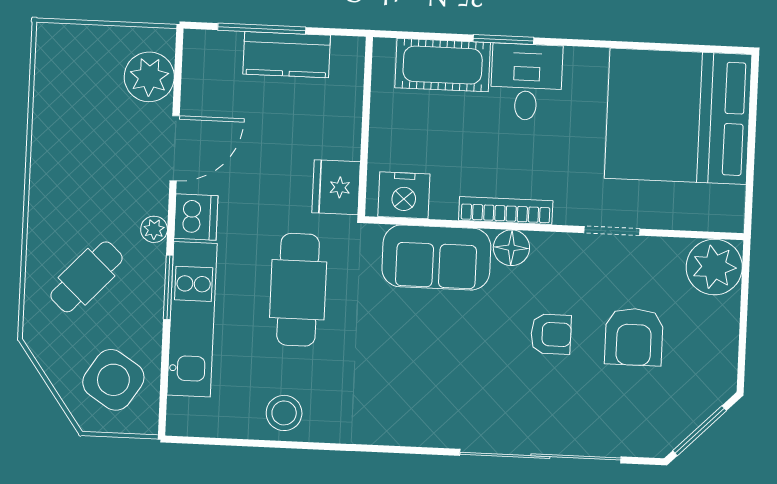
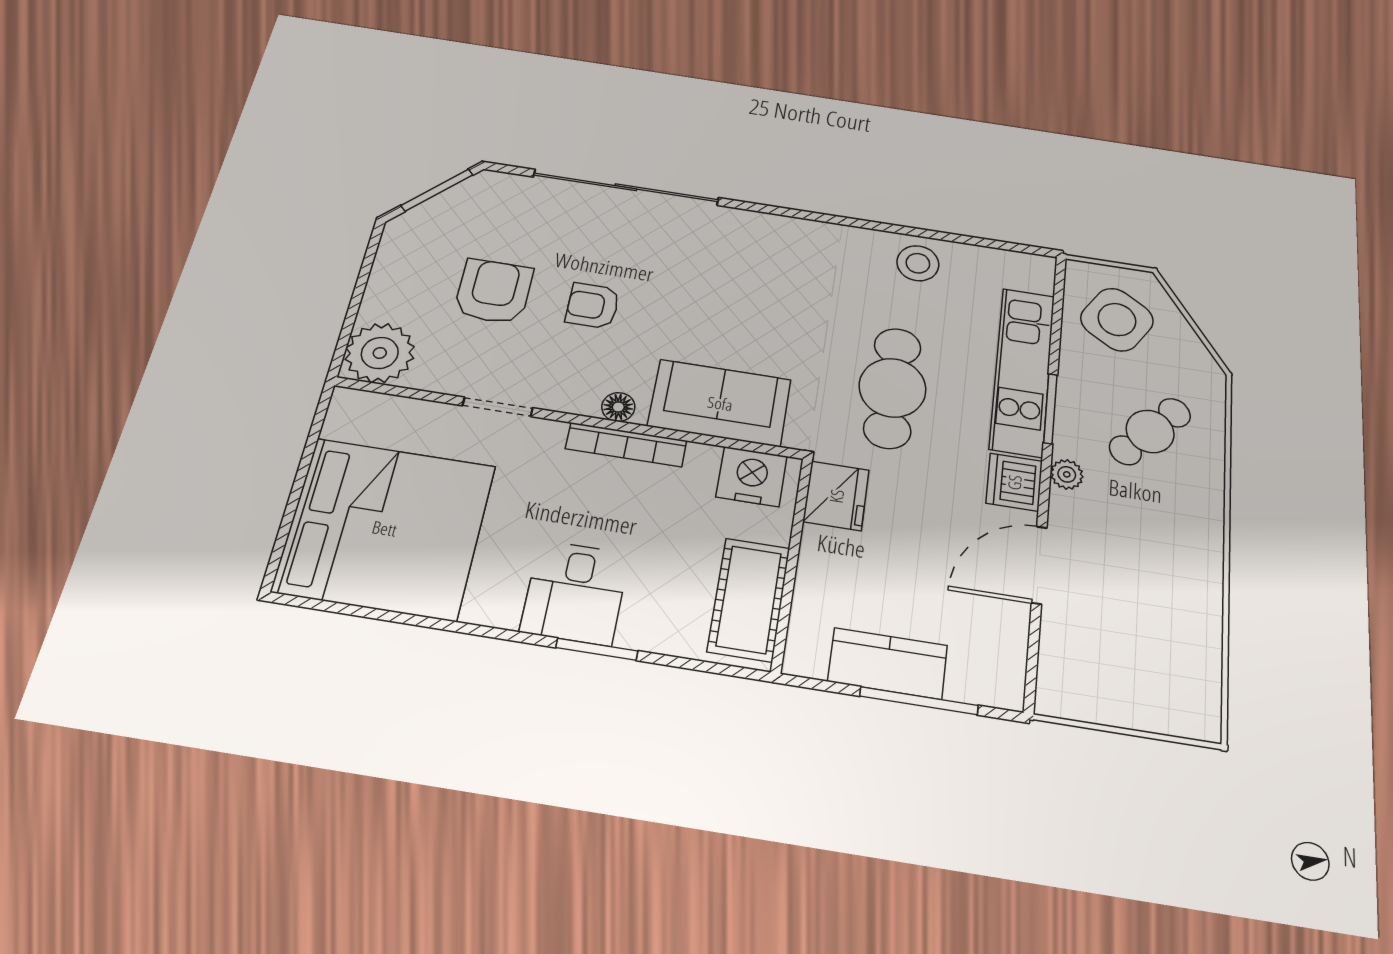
cot: (443, 65) -> (749, 599), moved, turned 90
plant: (149, 77) -> (1070, 656), removed
floor lamp: (511, 248) -> (618, 407), width x0.73, depth x0.73

